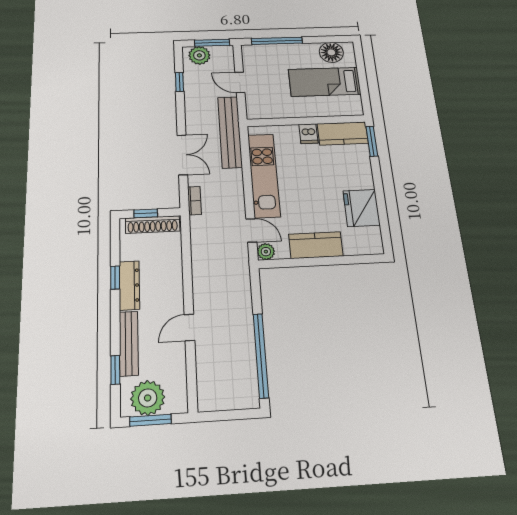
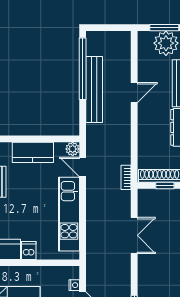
nightstand: (251, 99) -> (74, 285), added
bench: (230, 132) -> (94, 89), moved
double door: (182, 155) -> (134, 235), swing flipped
bookcase: (194, 201) -> (126, 177), moved

